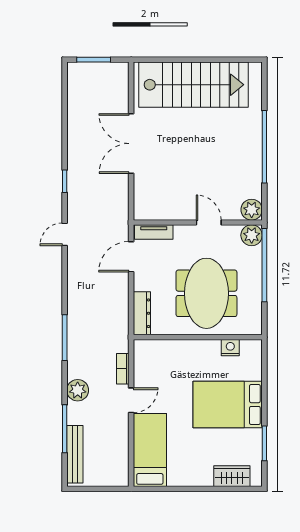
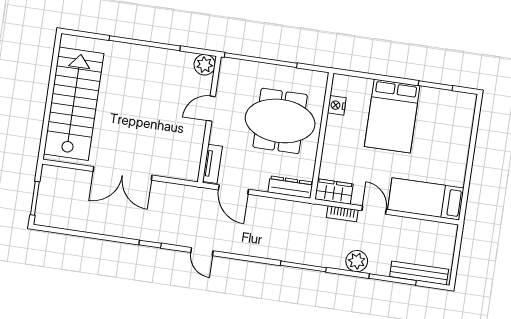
plant: (252, 235) -> (230, 68), removed
wardrobe: (232, 476) -> (334, 191), moved, turned 90

